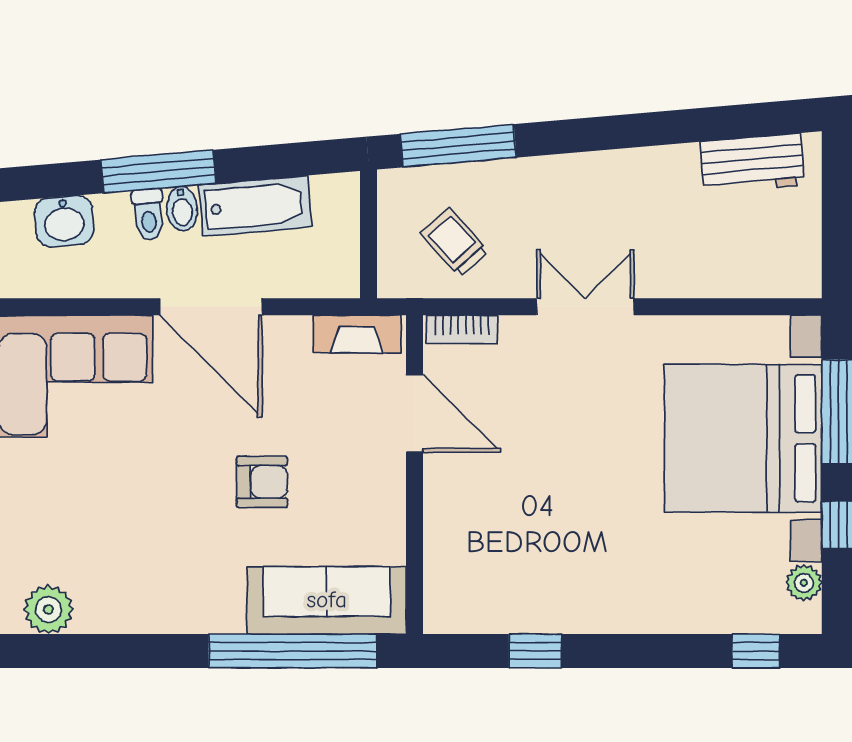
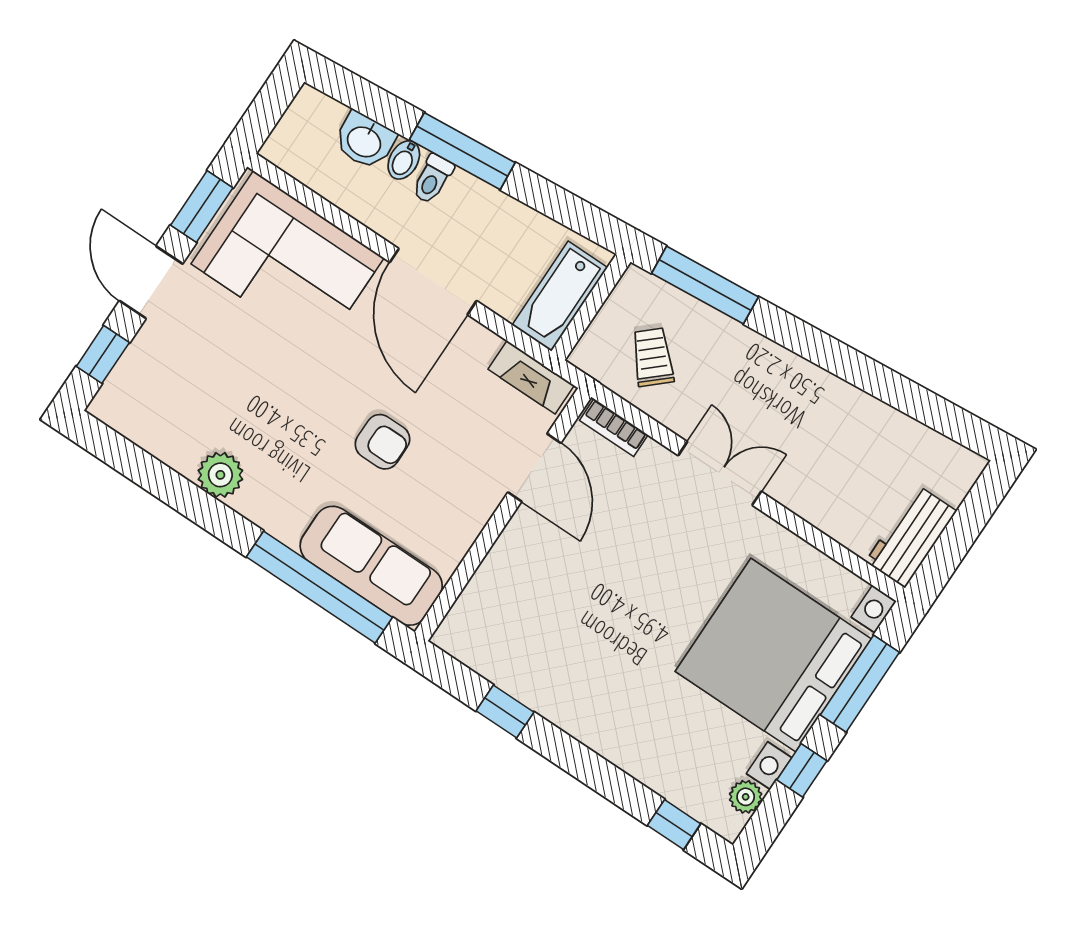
workbench: (752, 163) -> (911, 536), moved, turned 95
bathtub: (255, 206) -> (560, 296), moved, turned 95
bidet: (182, 209) -> (404, 160), moved
plant: (48, 610) -> (220, 475), moved

